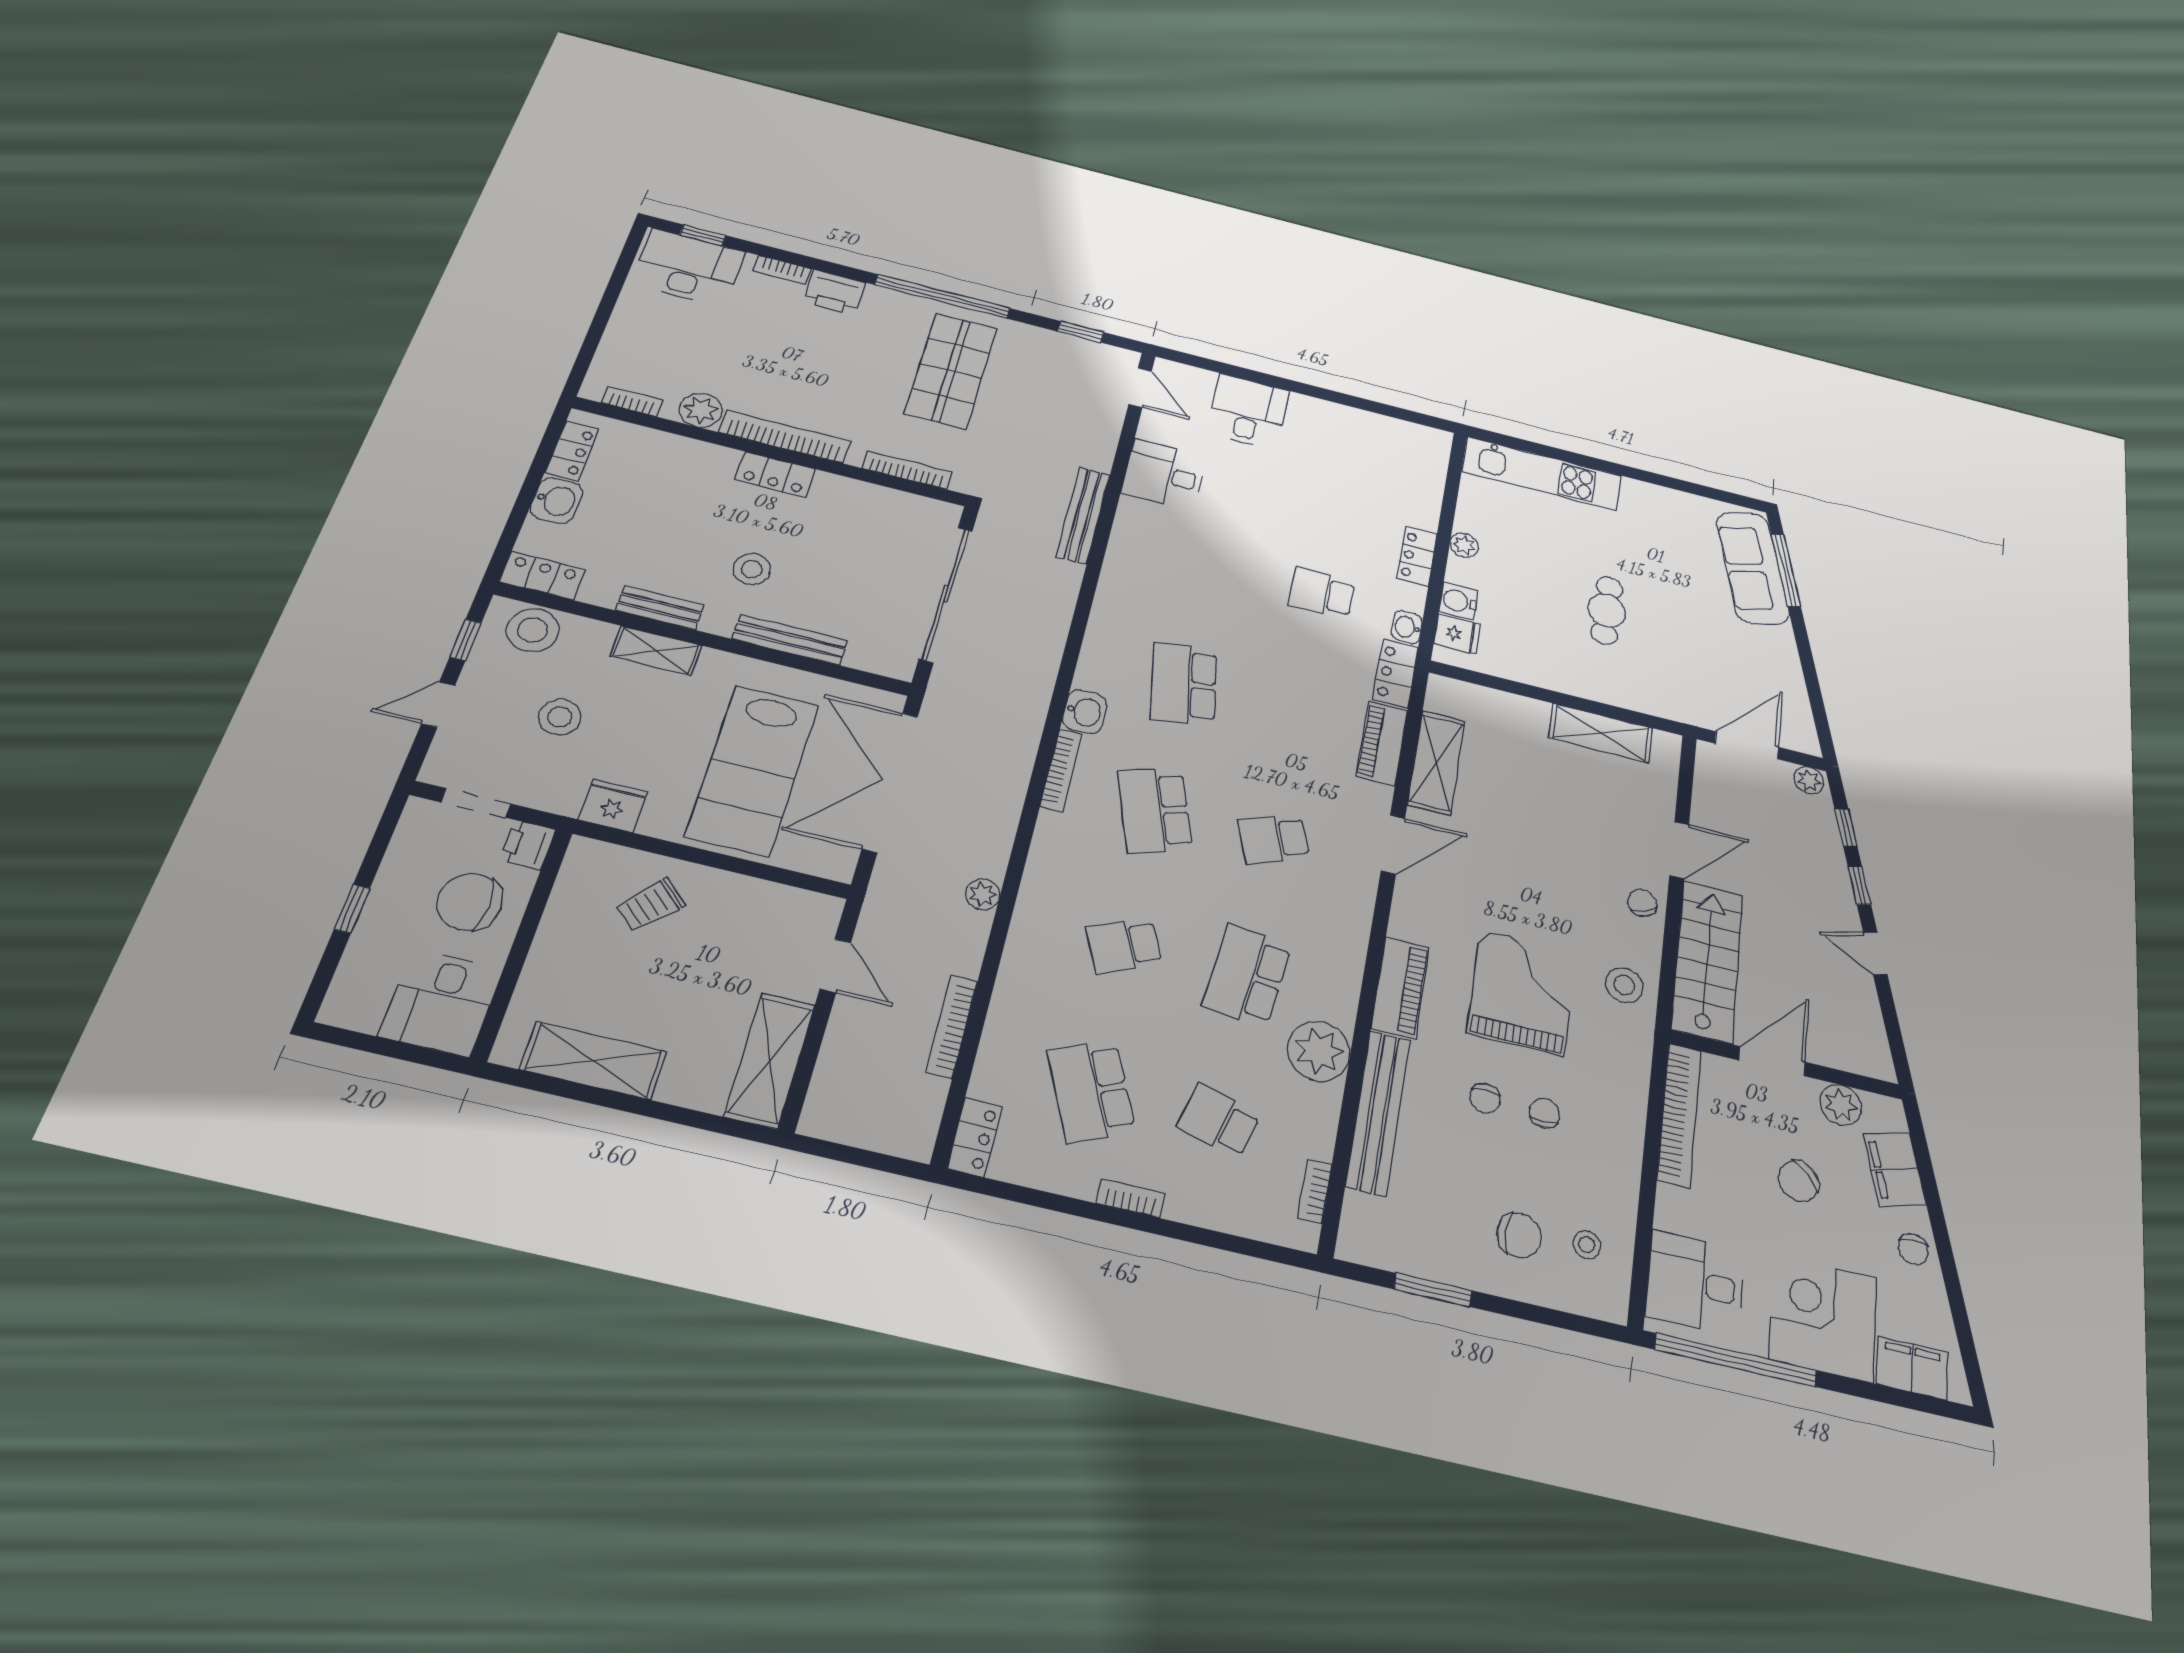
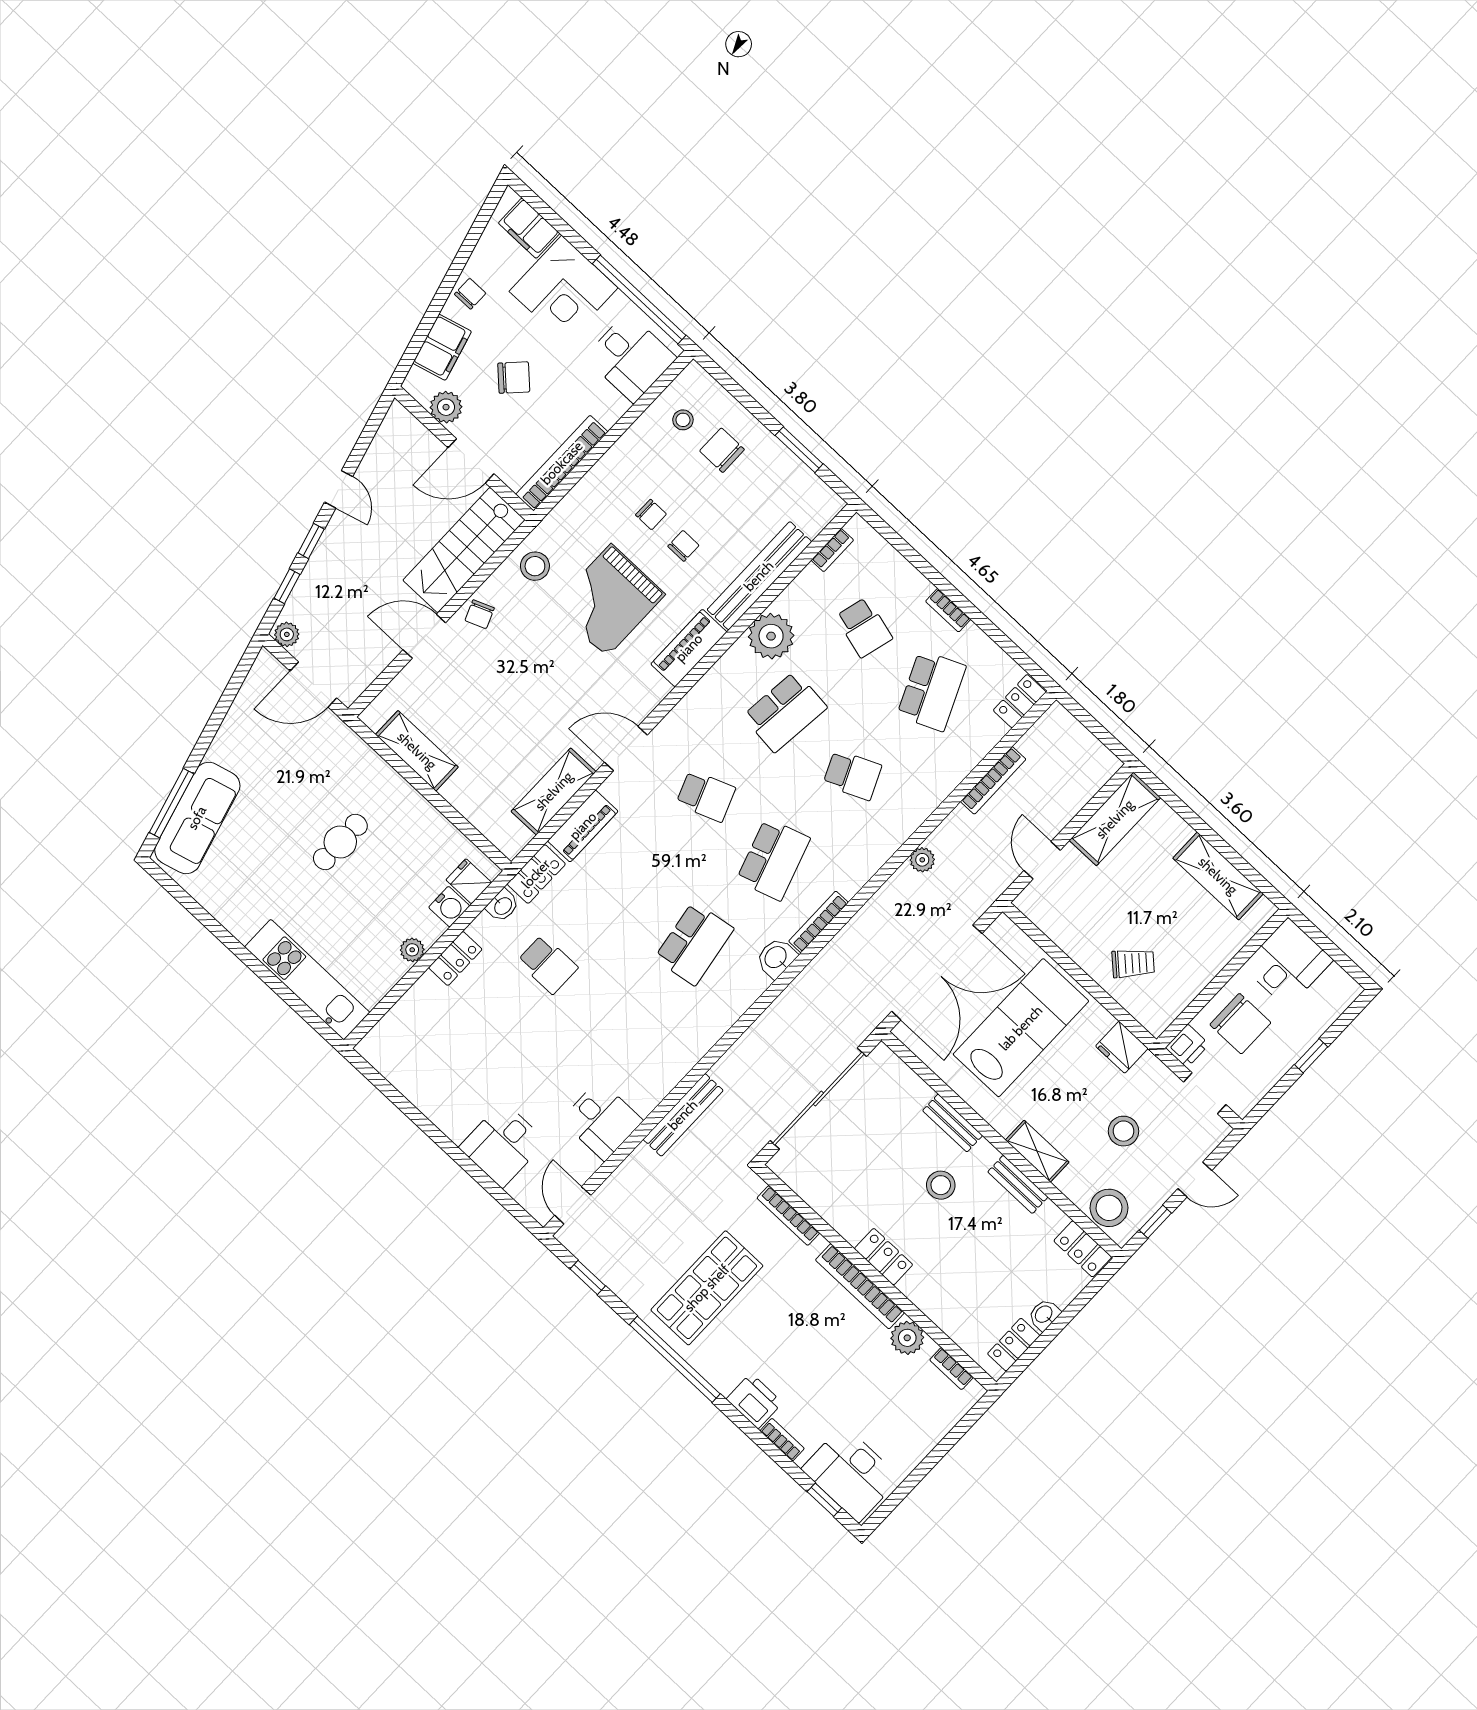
washbasin: (556, 500) -> (1044, 1315), width x0.72, depth x0.69
bench: (790, 640) -> (953, 1123), width x0.73
chair: (1545, 1113) -> (651, 515), turned -90

